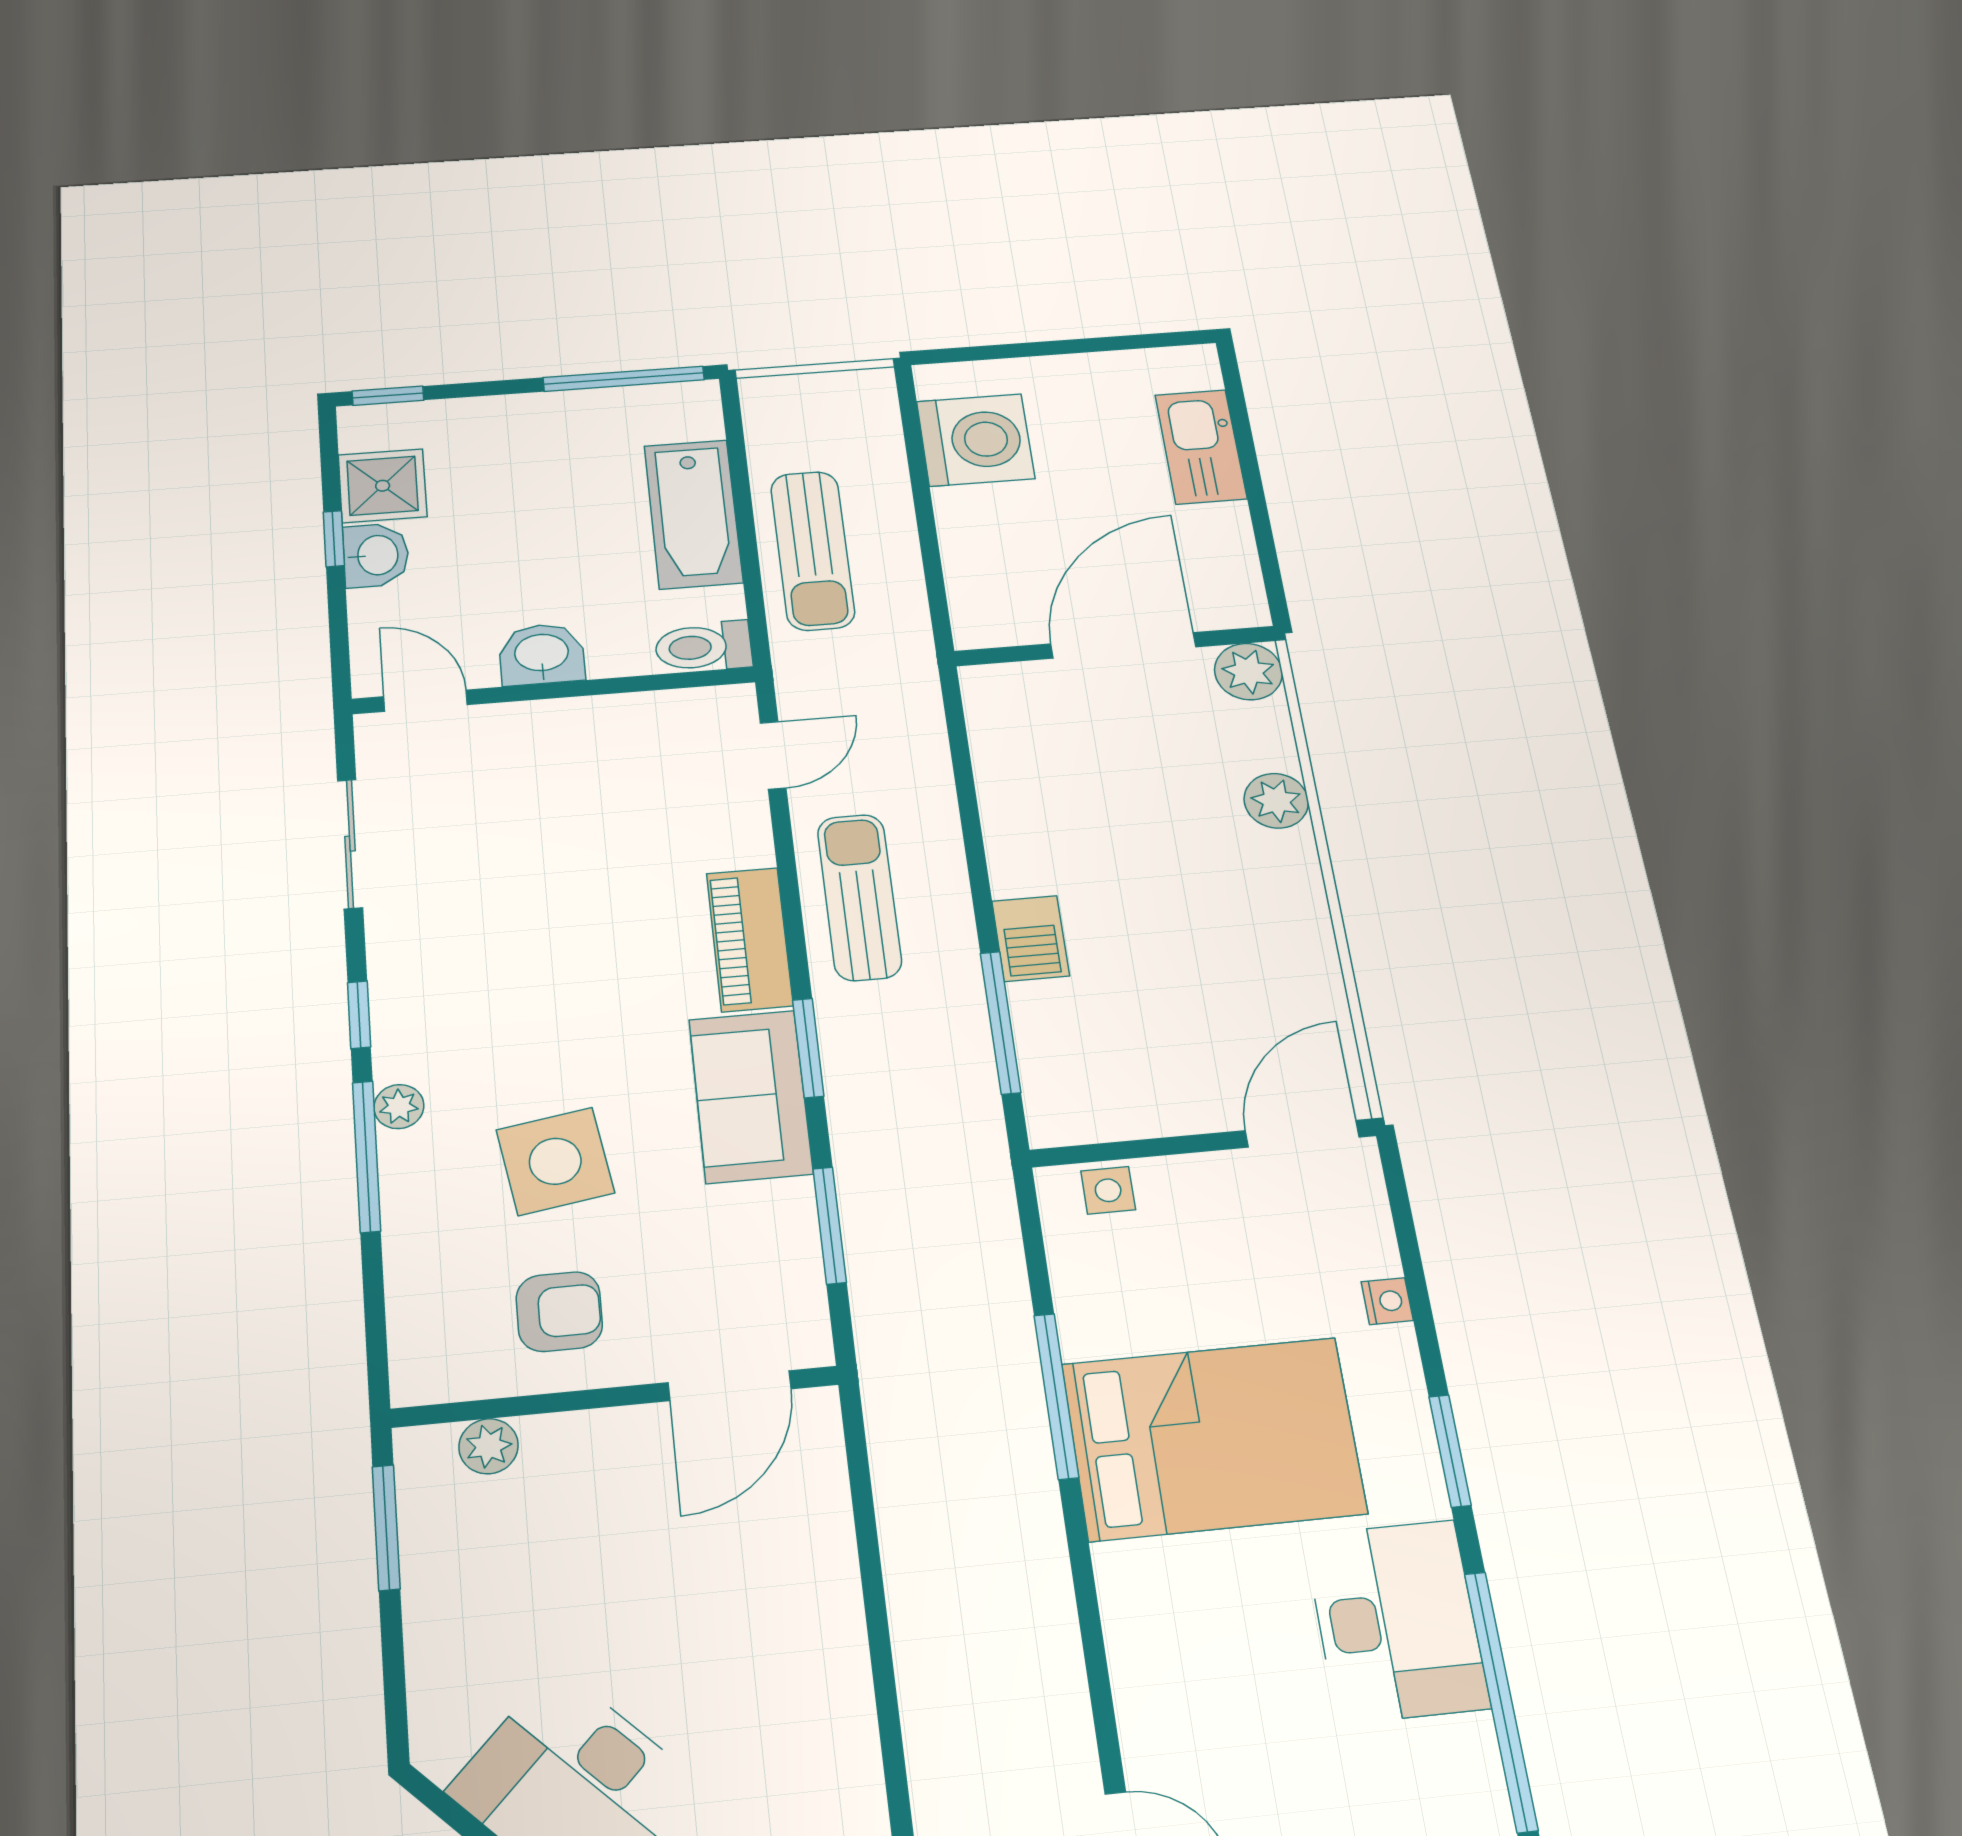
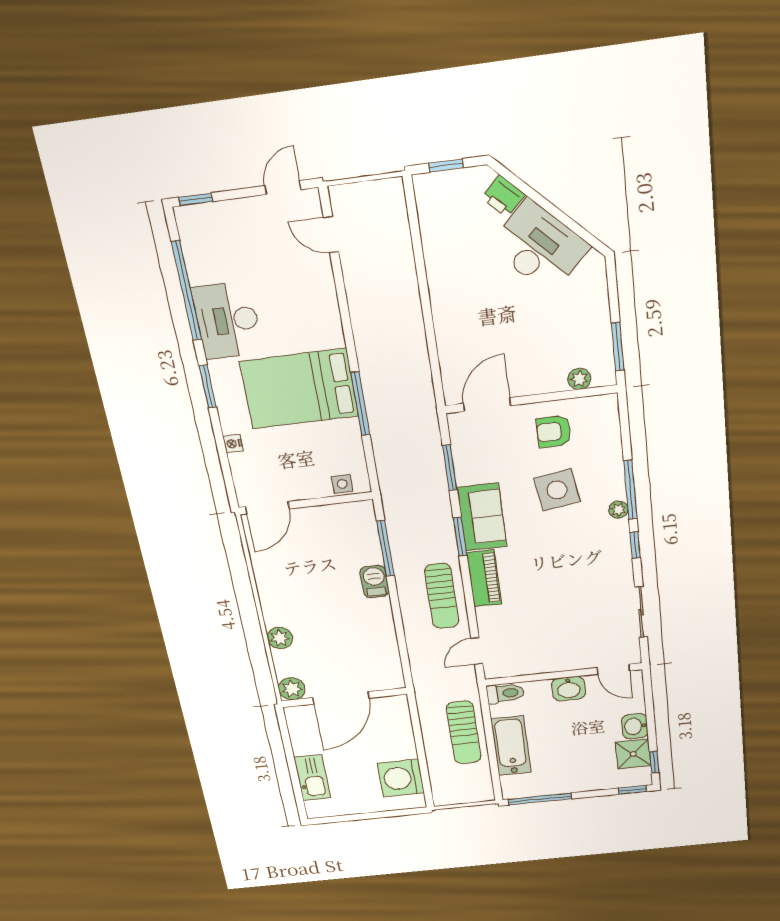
window: (334, 539) -> (654, 762), moved
sun lounger: (813, 550) -> (464, 733), turned 180

